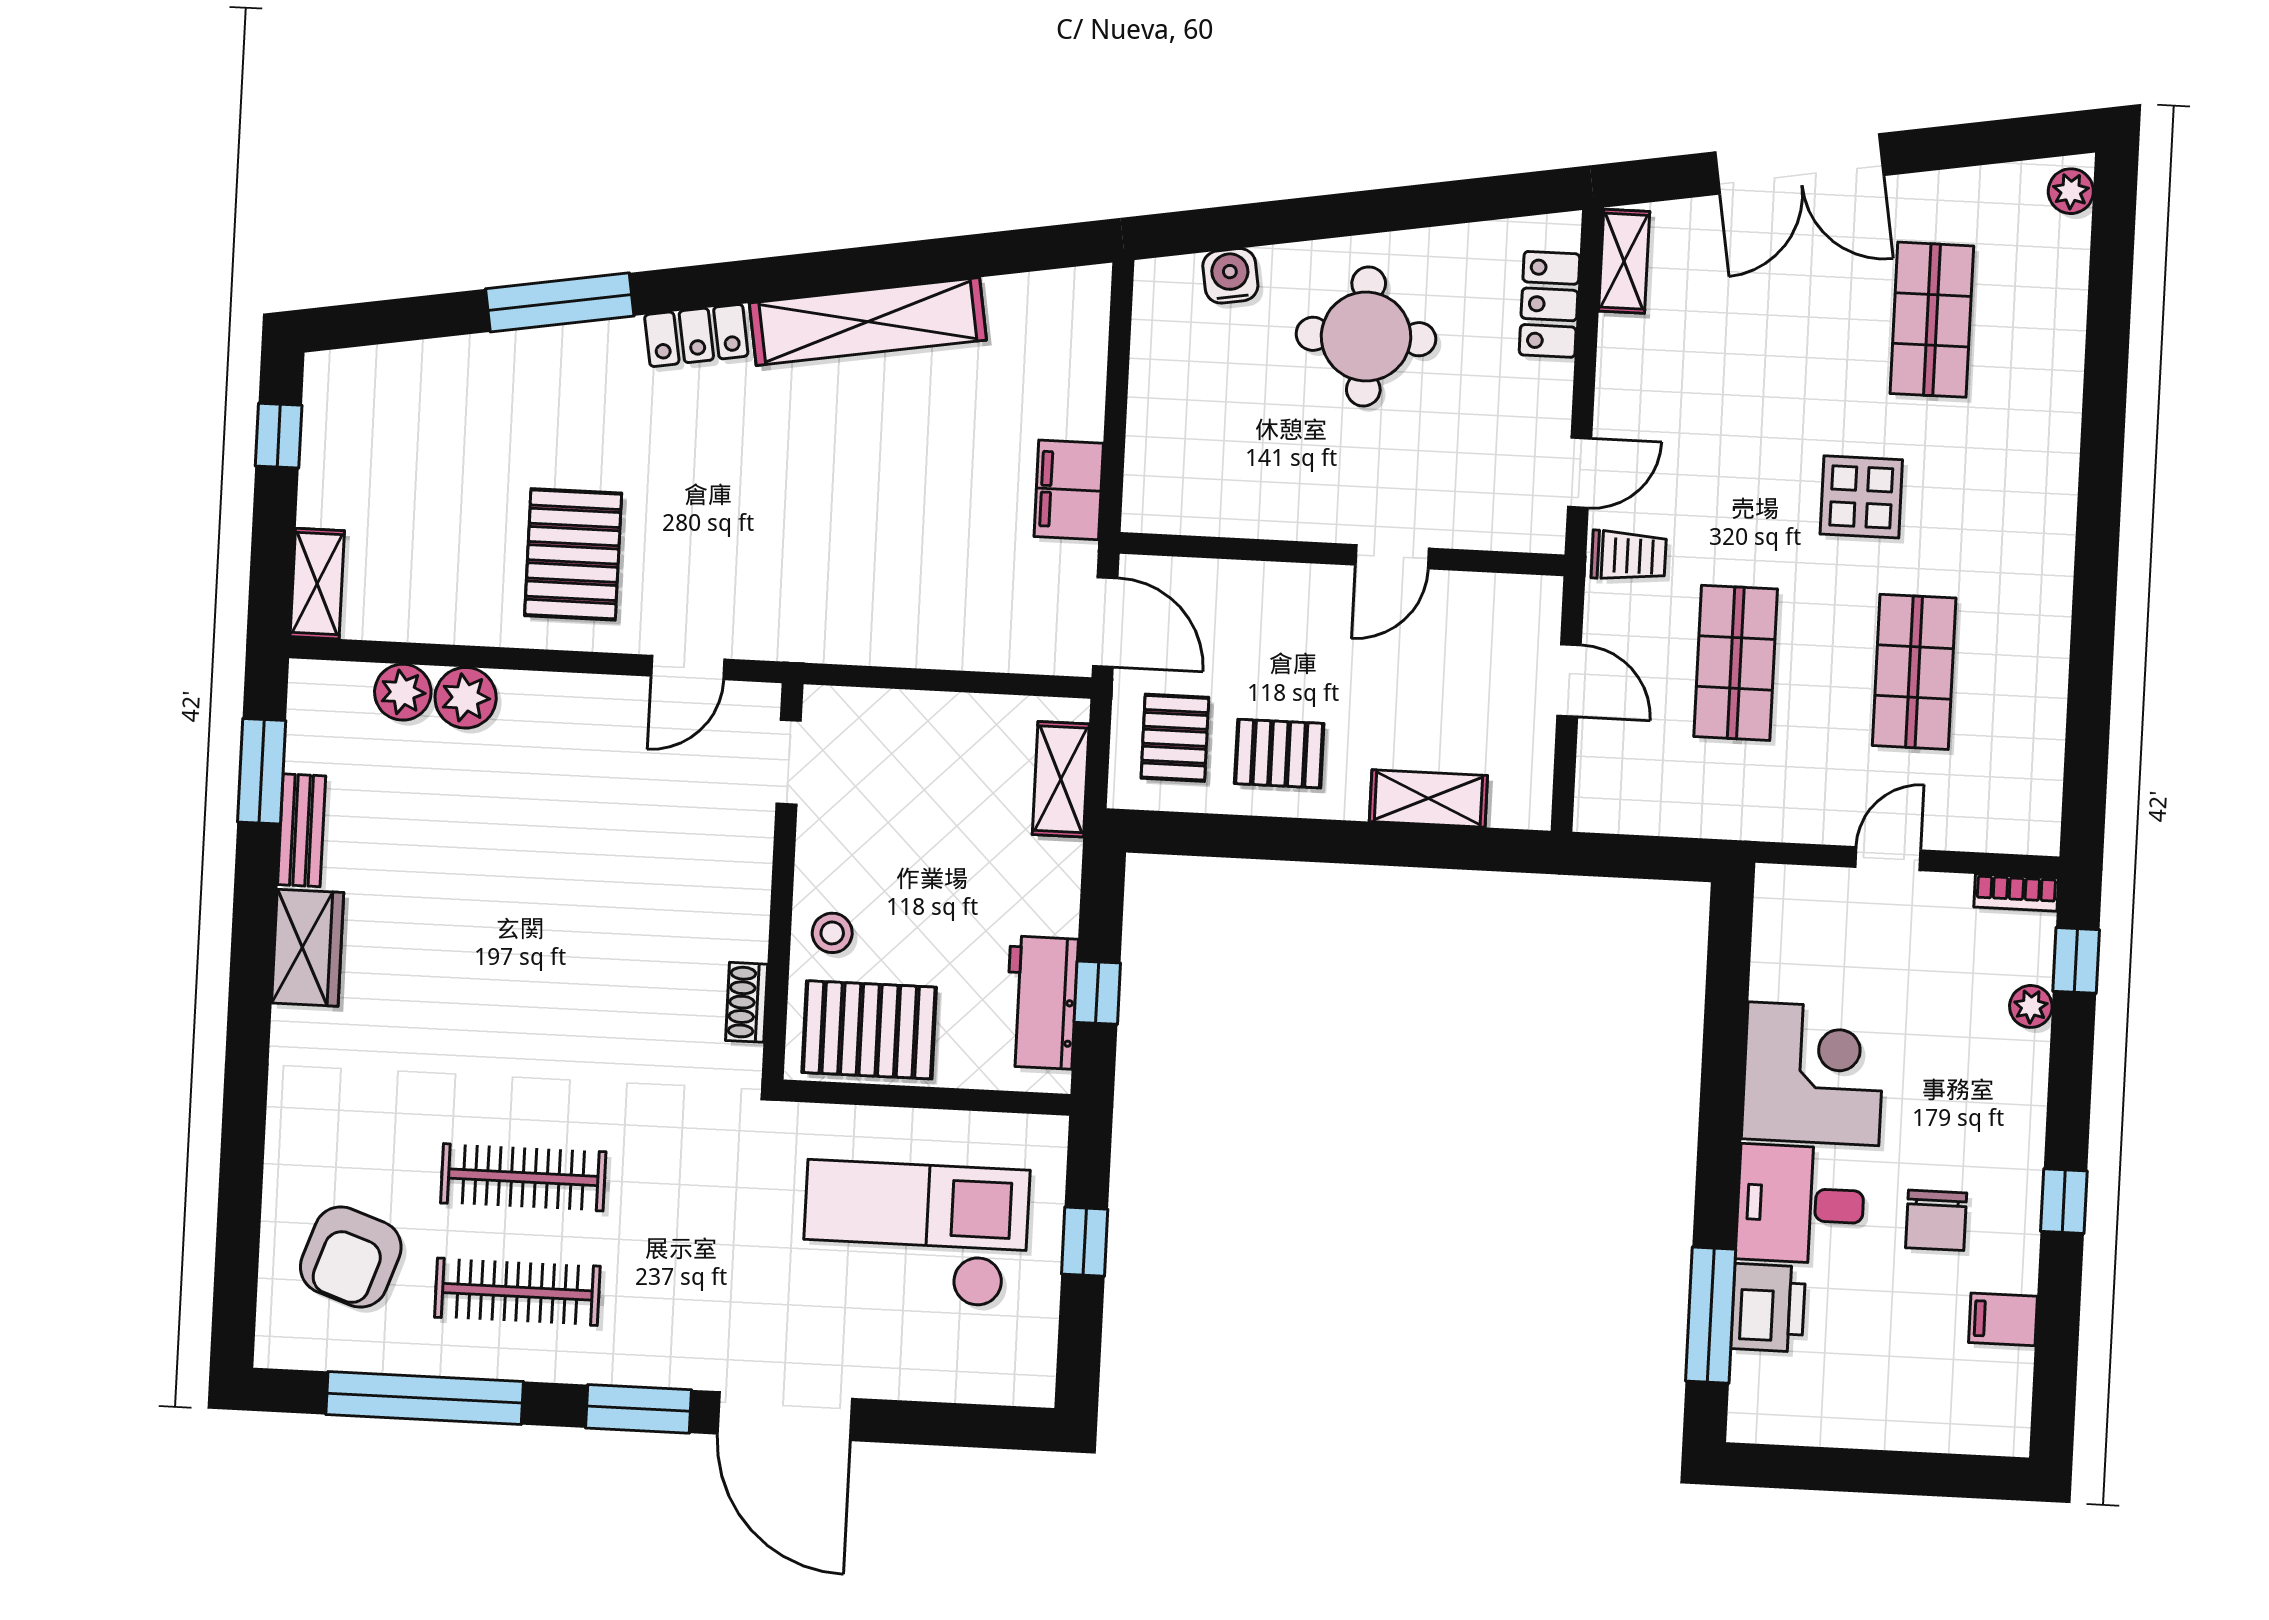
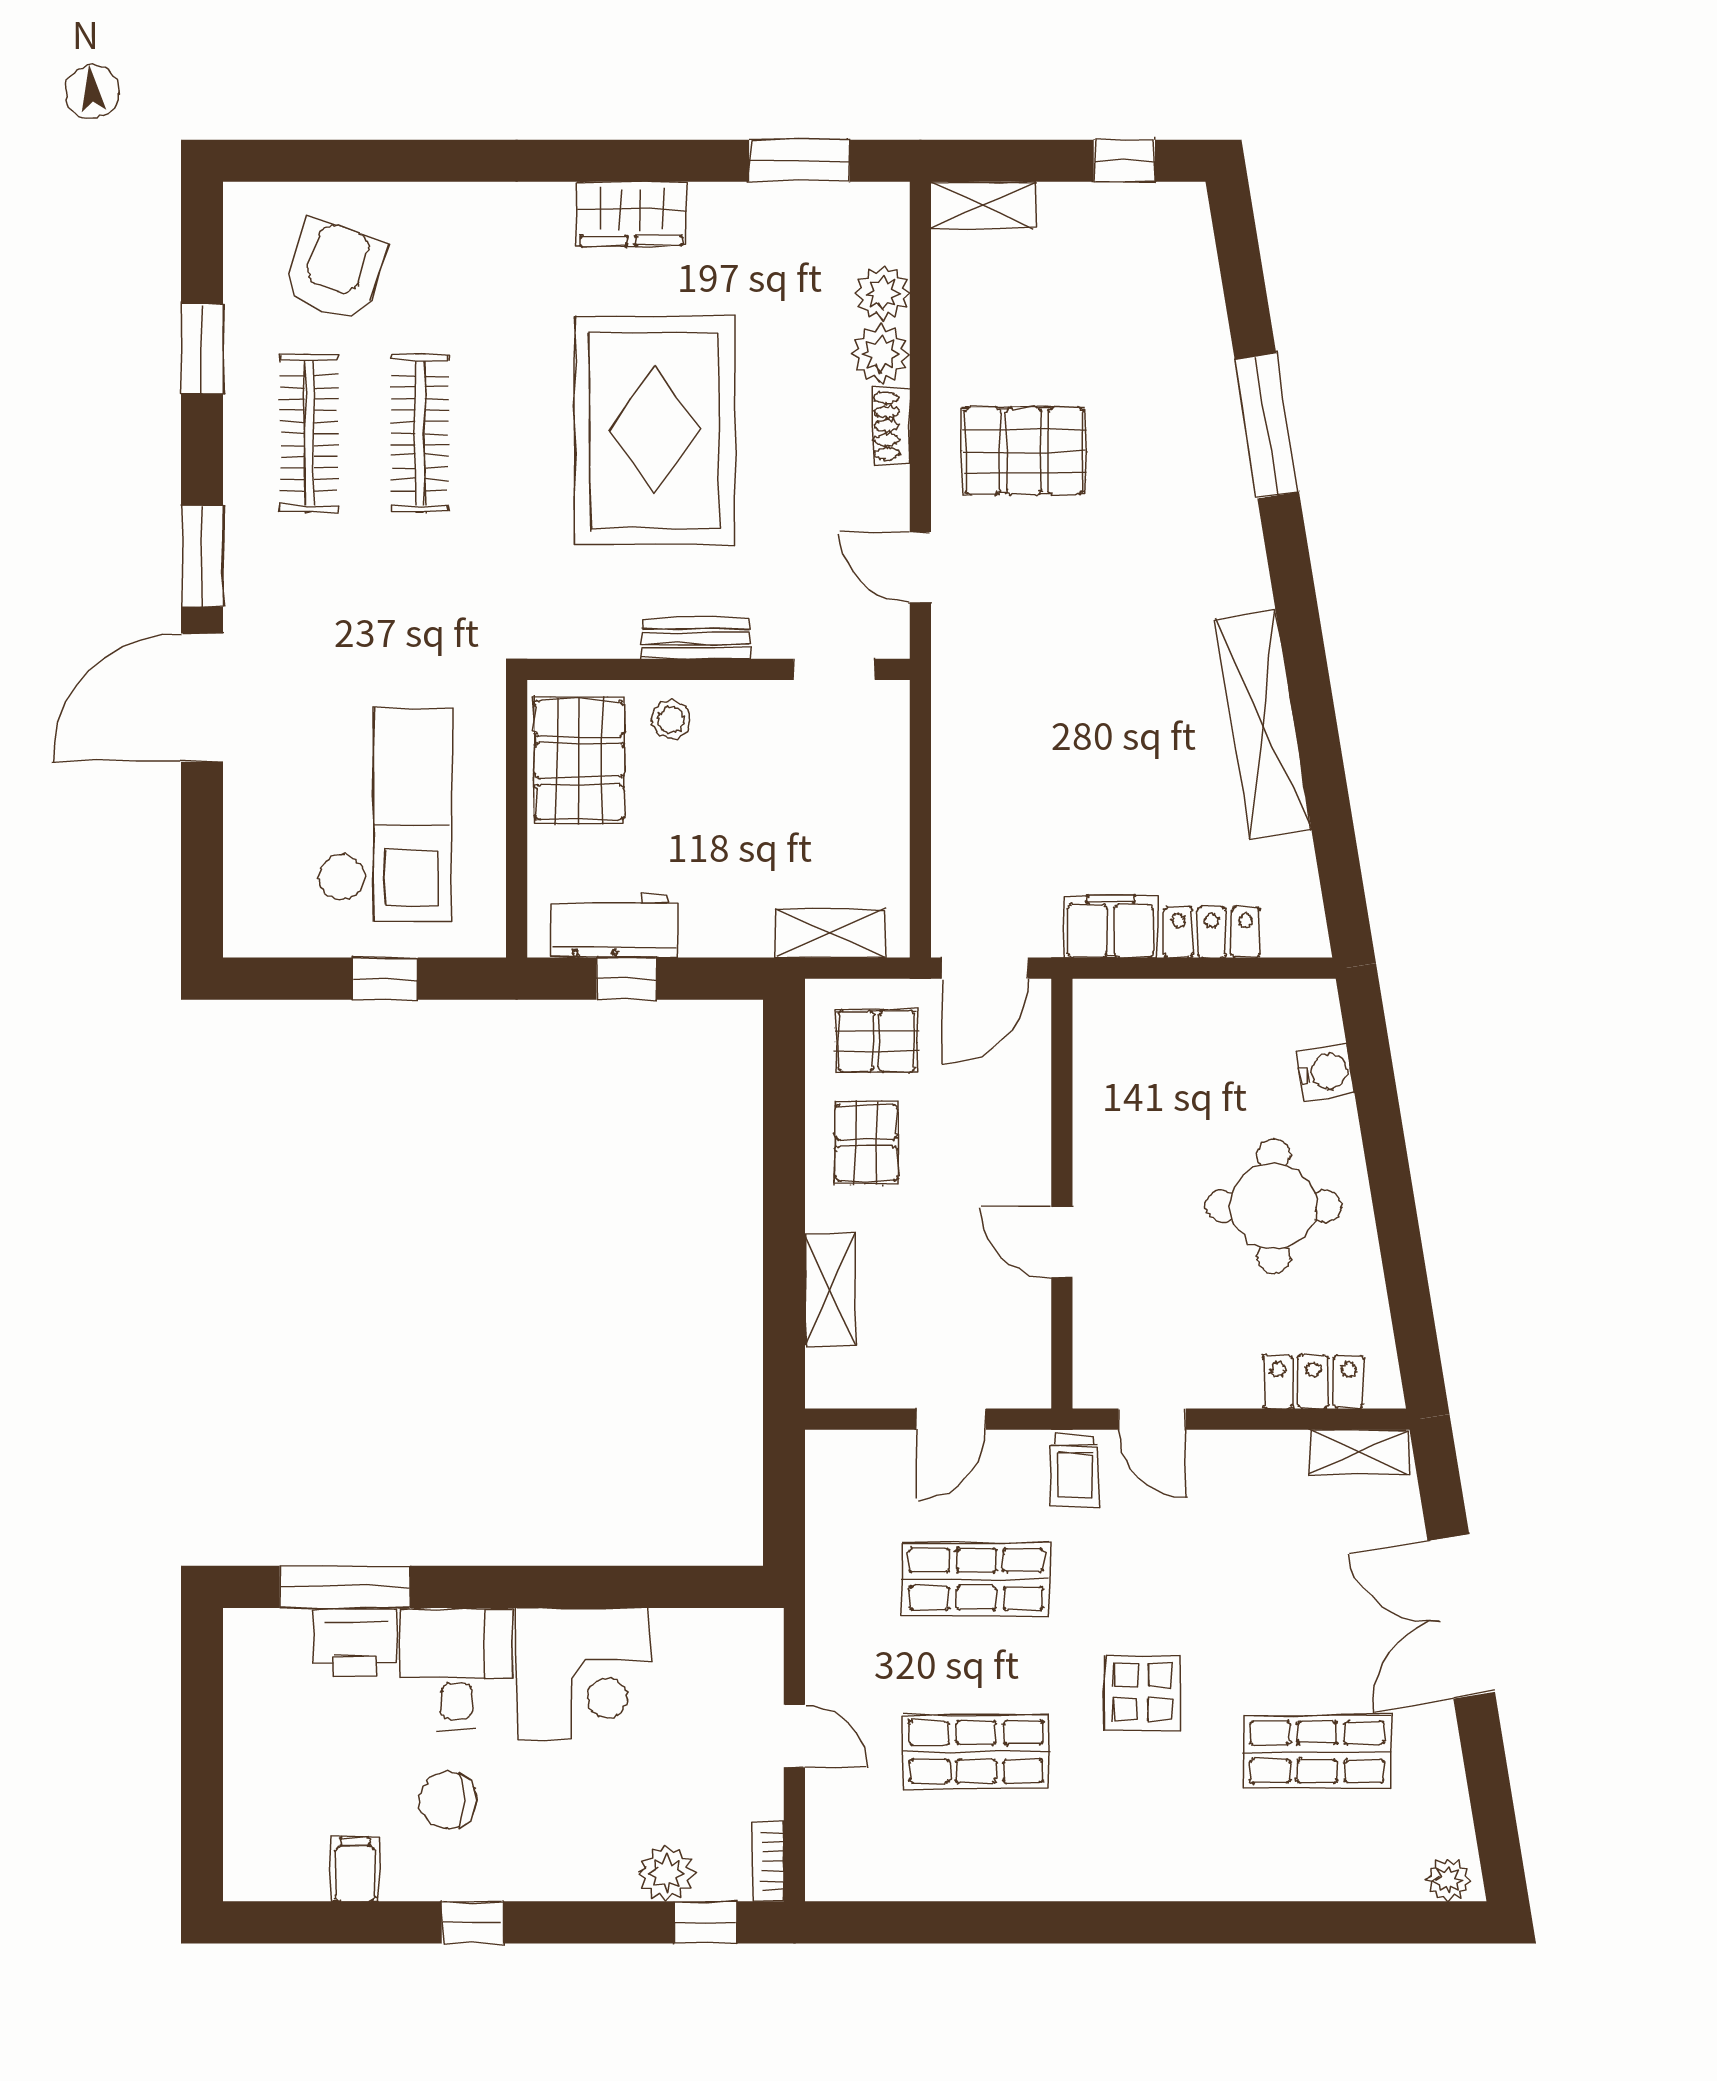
locker: (696, 335) -> (1212, 932), moved, turned 99
bench: (302, 830) -> (696, 638), moved
rug: (532, 935) -> (655, 430), added
shoe rack: (747, 1002) -> (891, 426), moved, turned -90
plant: (2031, 1006) -> (666, 1873), width x1.38, depth x1.38
armchair: (351, 1257) -> (334, 271), turned 90
window: (425, 1398) -> (202, 349), width x0.47

